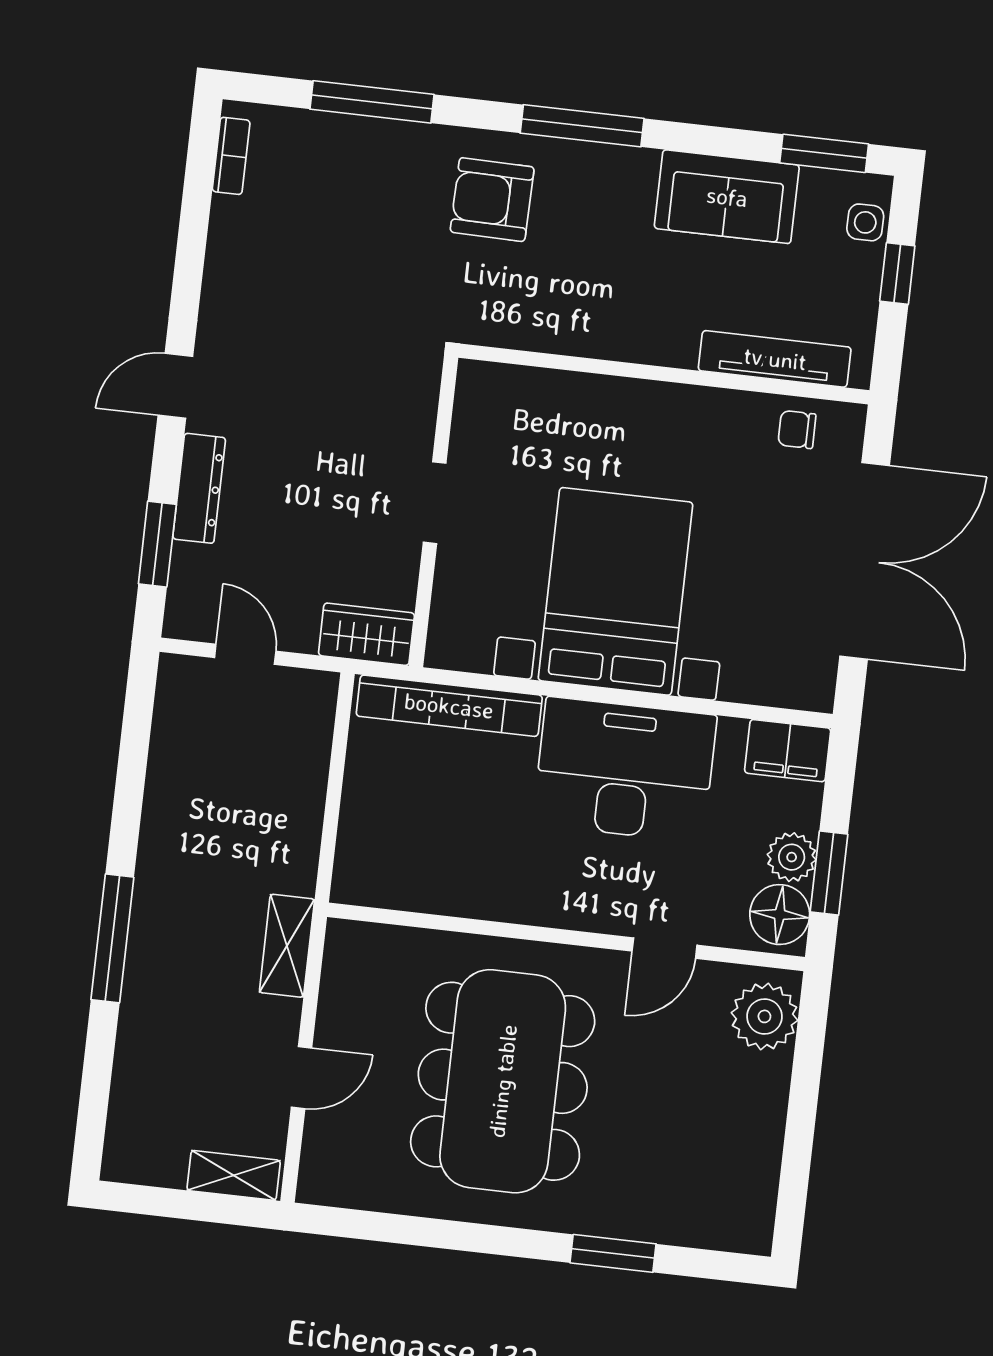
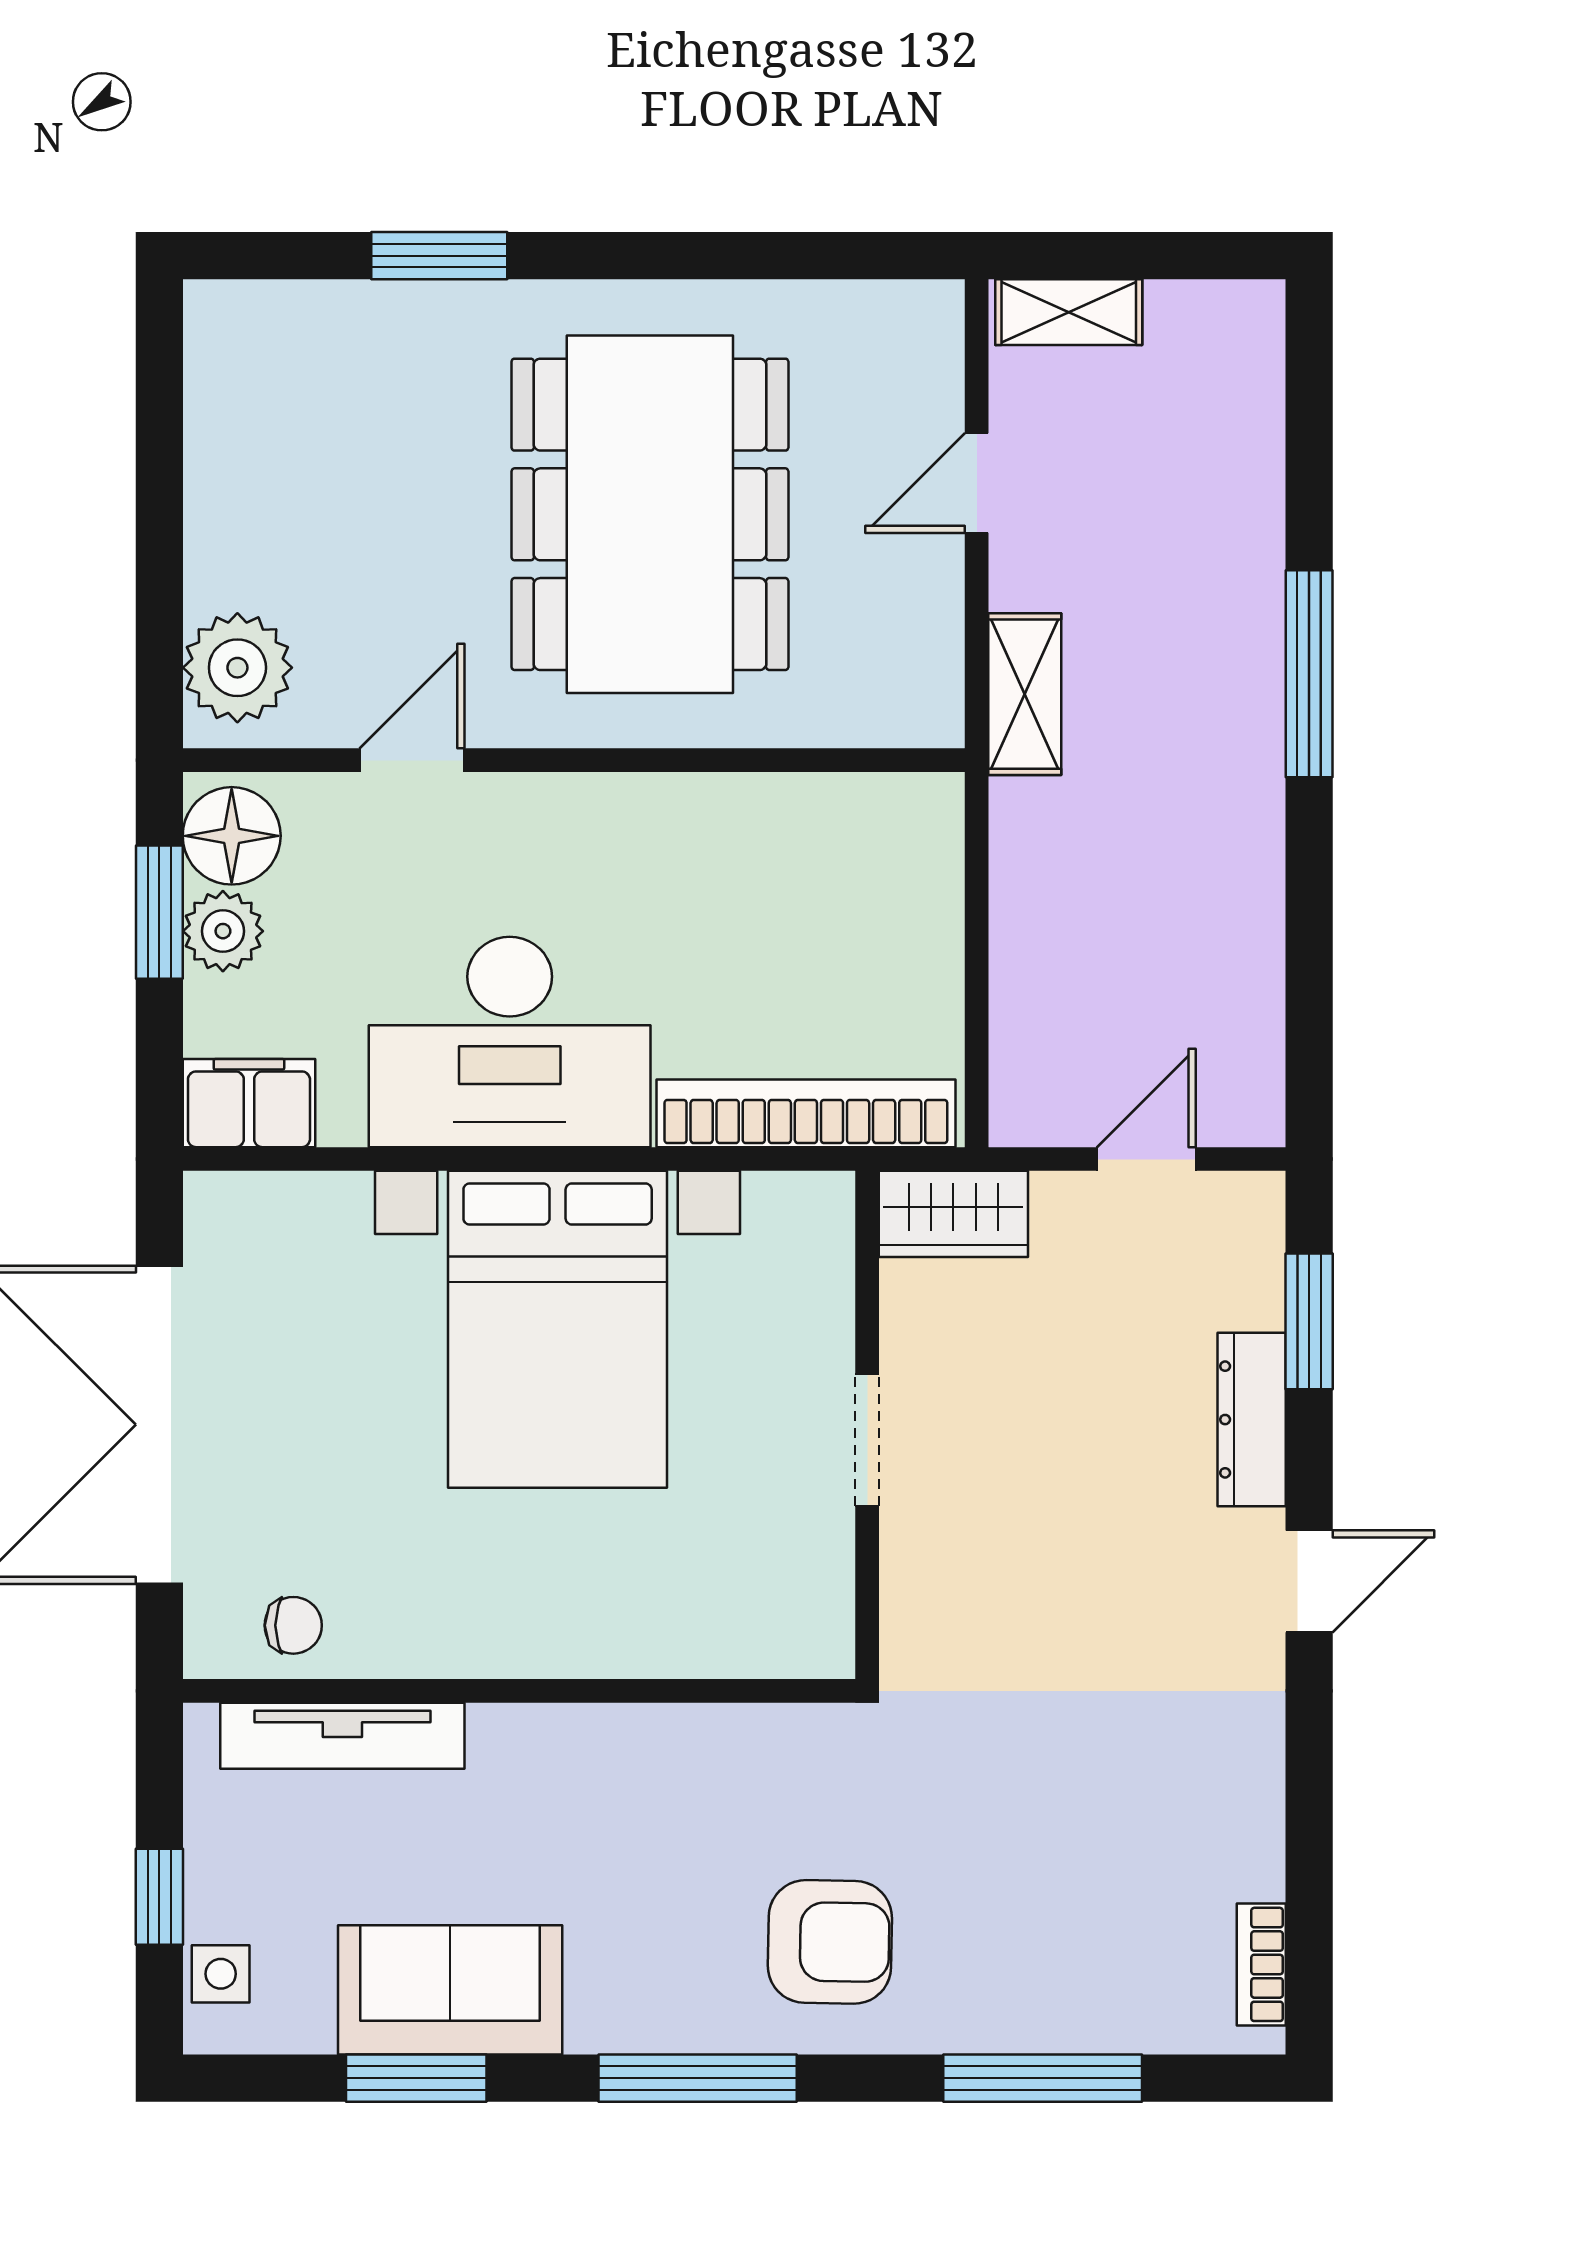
window: (824, 153) -> (416, 2078), moved
door: (245, 654) -> (1146, 1159), swing flipped

